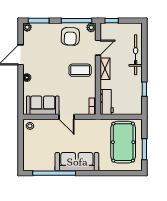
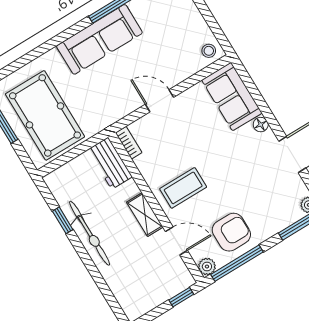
armchair: (70, 36) -> (231, 232), turned 87
door: (98, 48) -> (176, 241), swing flipped
bicycle: (136, 55) -> (90, 233), moved
sofa: (43, 105) -> (232, 97), moved, turned 90

